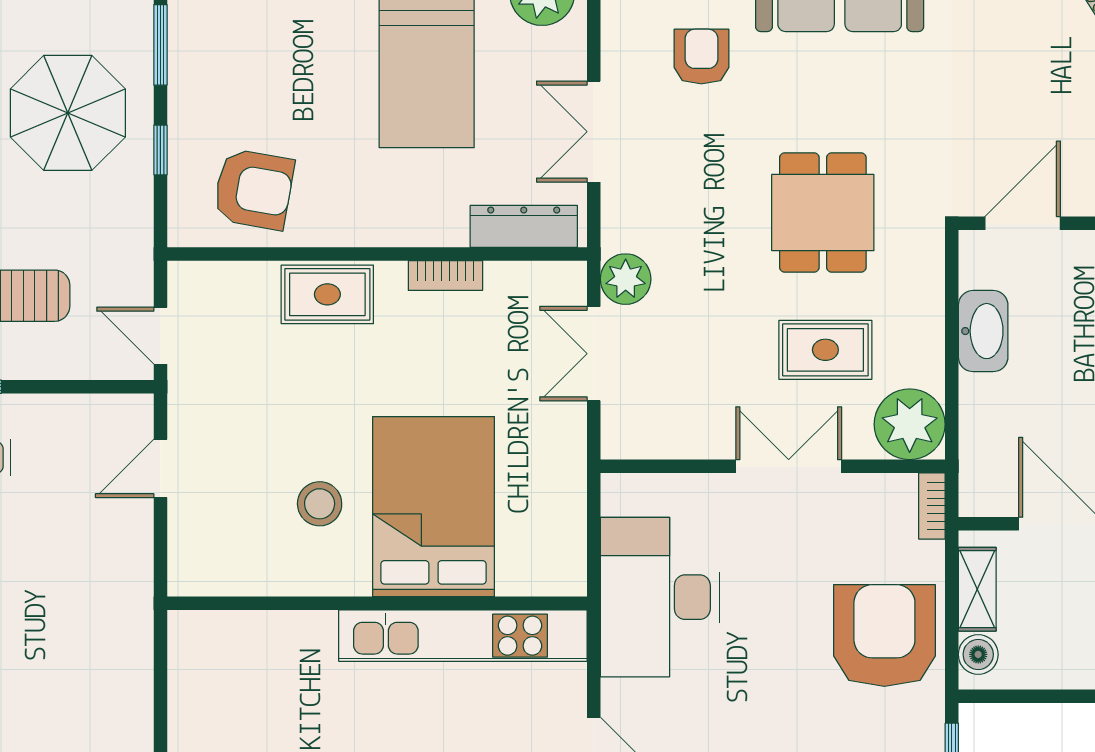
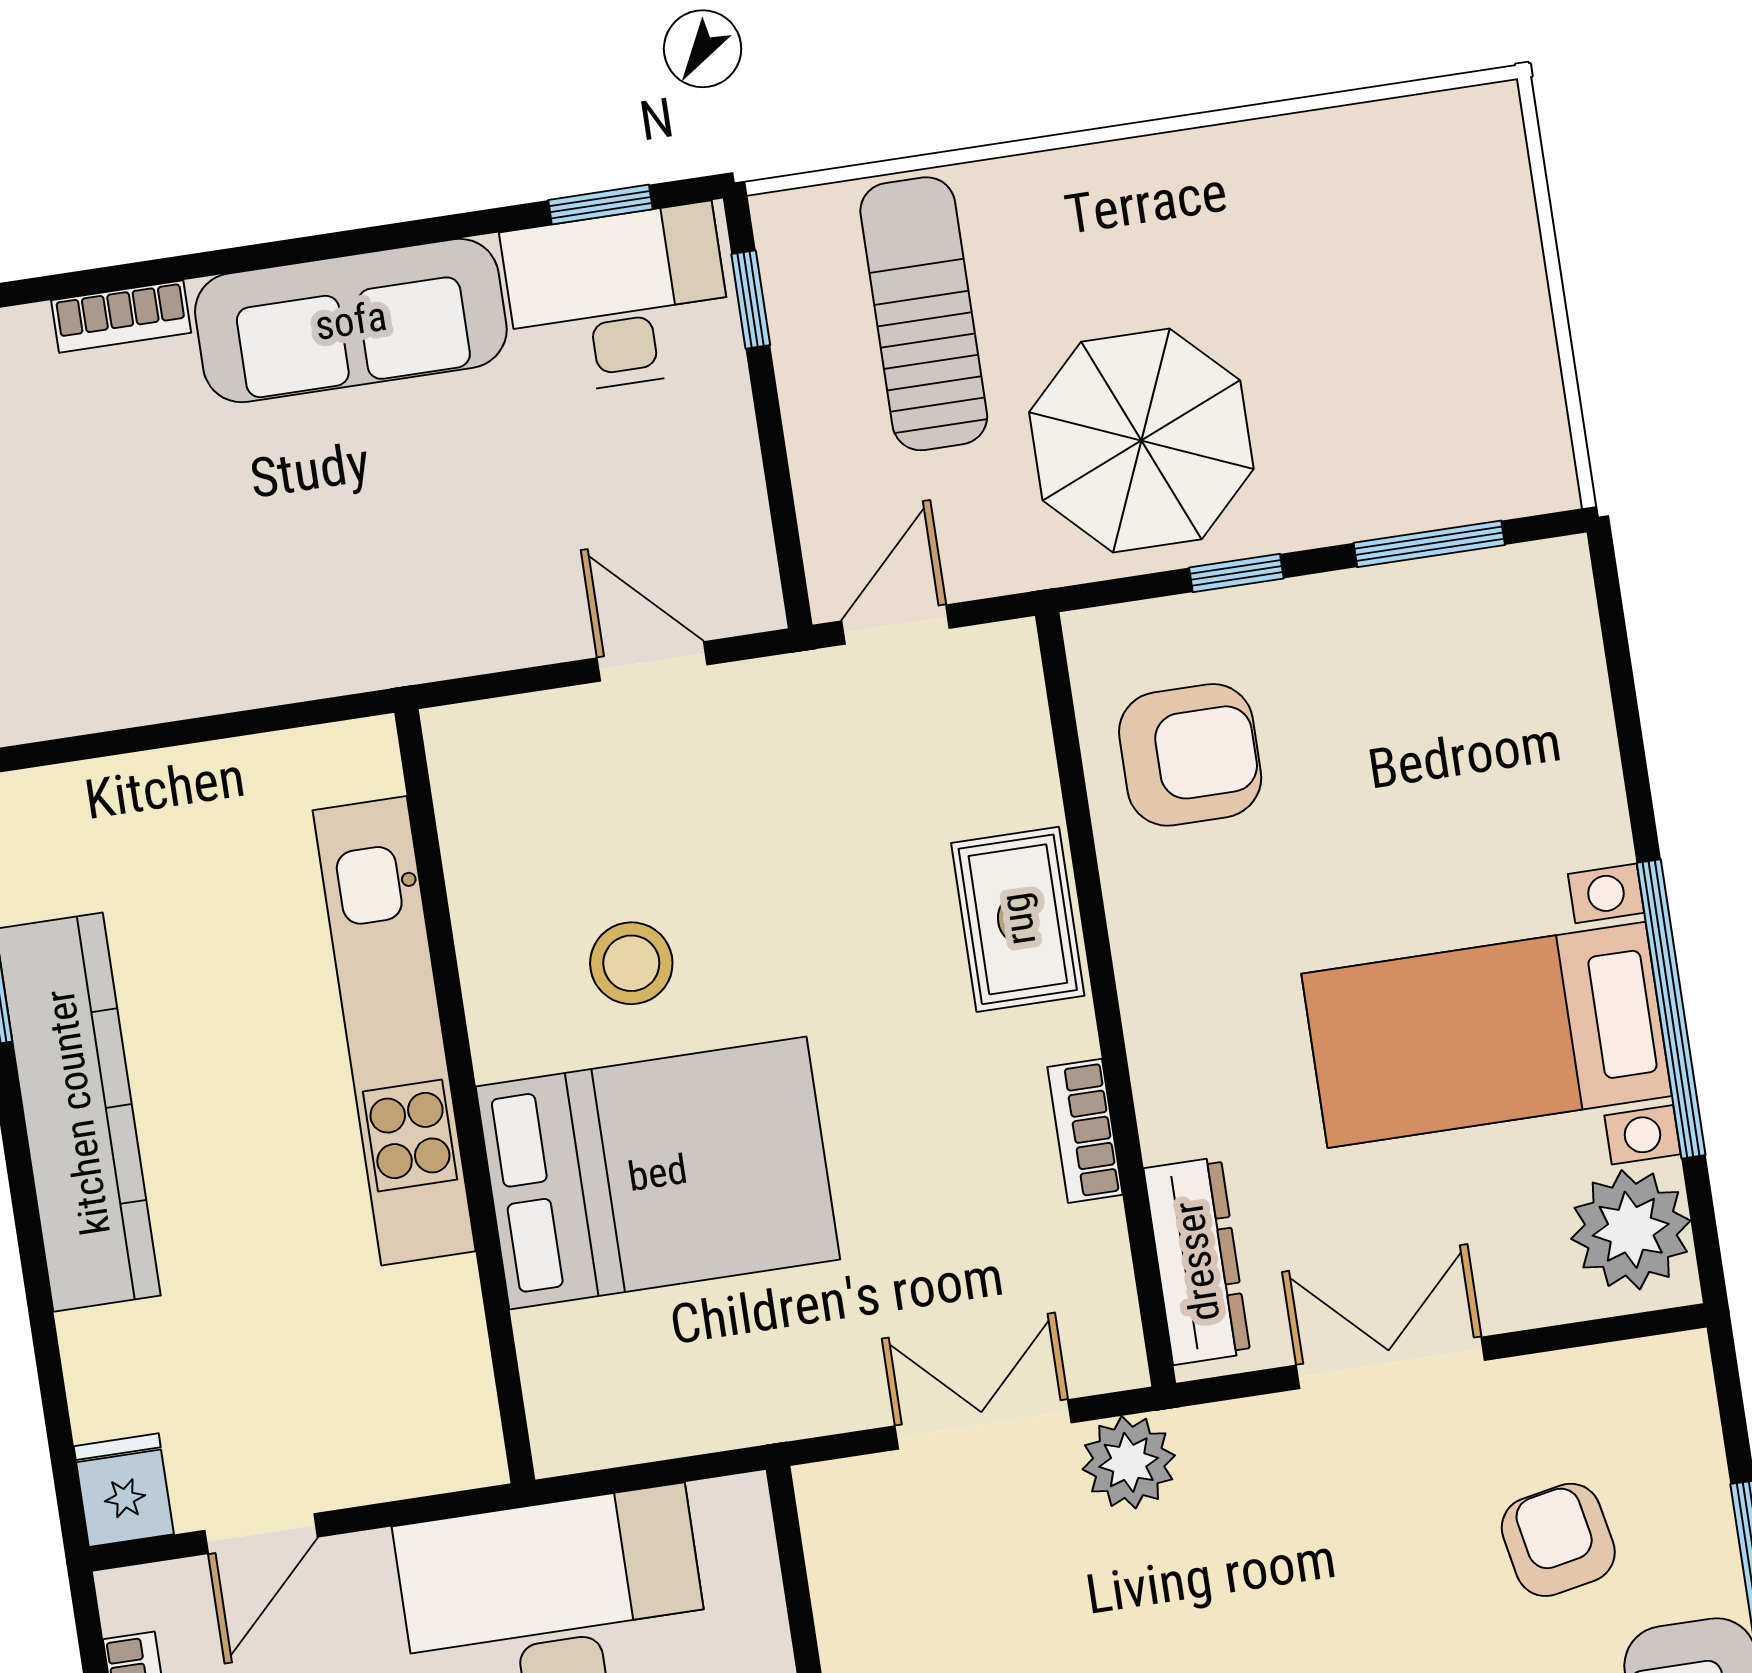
armchair: (701, 56) -> (1558, 1540), turned -101
parasol: (68, 113) -> (1141, 440), moved
armchair: (254, 189) -> (1190, 755), turned -100
kitchen unit: (463, 636) -> (394, 1031), moved

